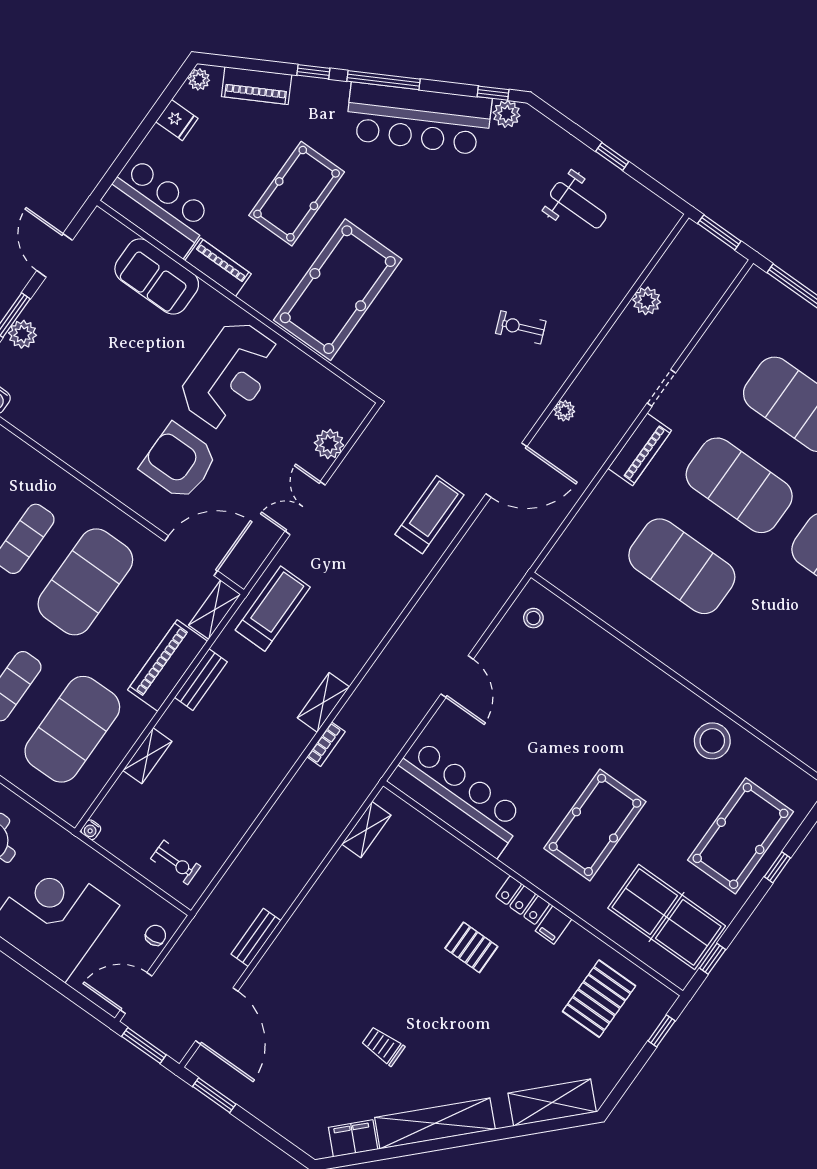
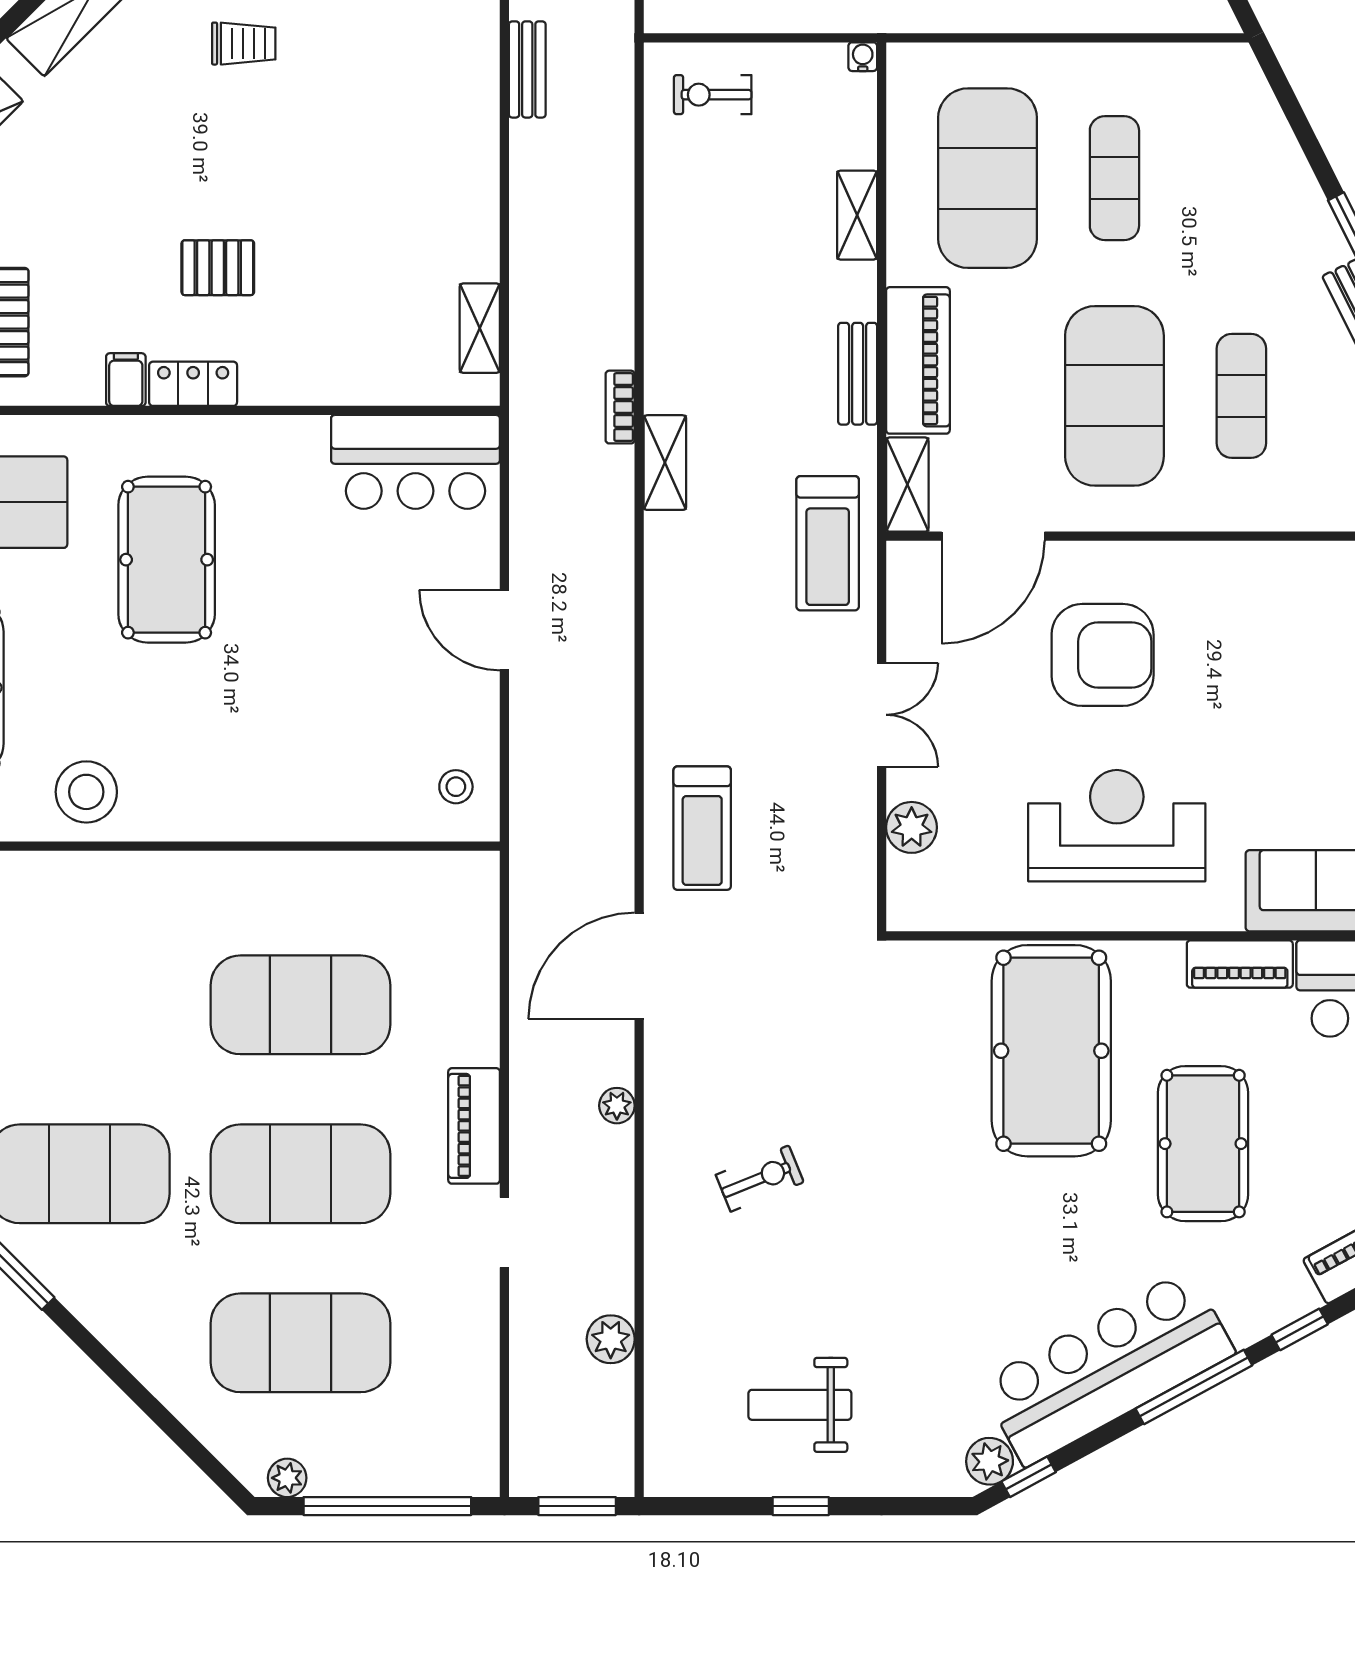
reception desk: (230, 375) -> (1117, 826), turned 90
bar counter: (457, 798) -> (415, 462), width x0.73

